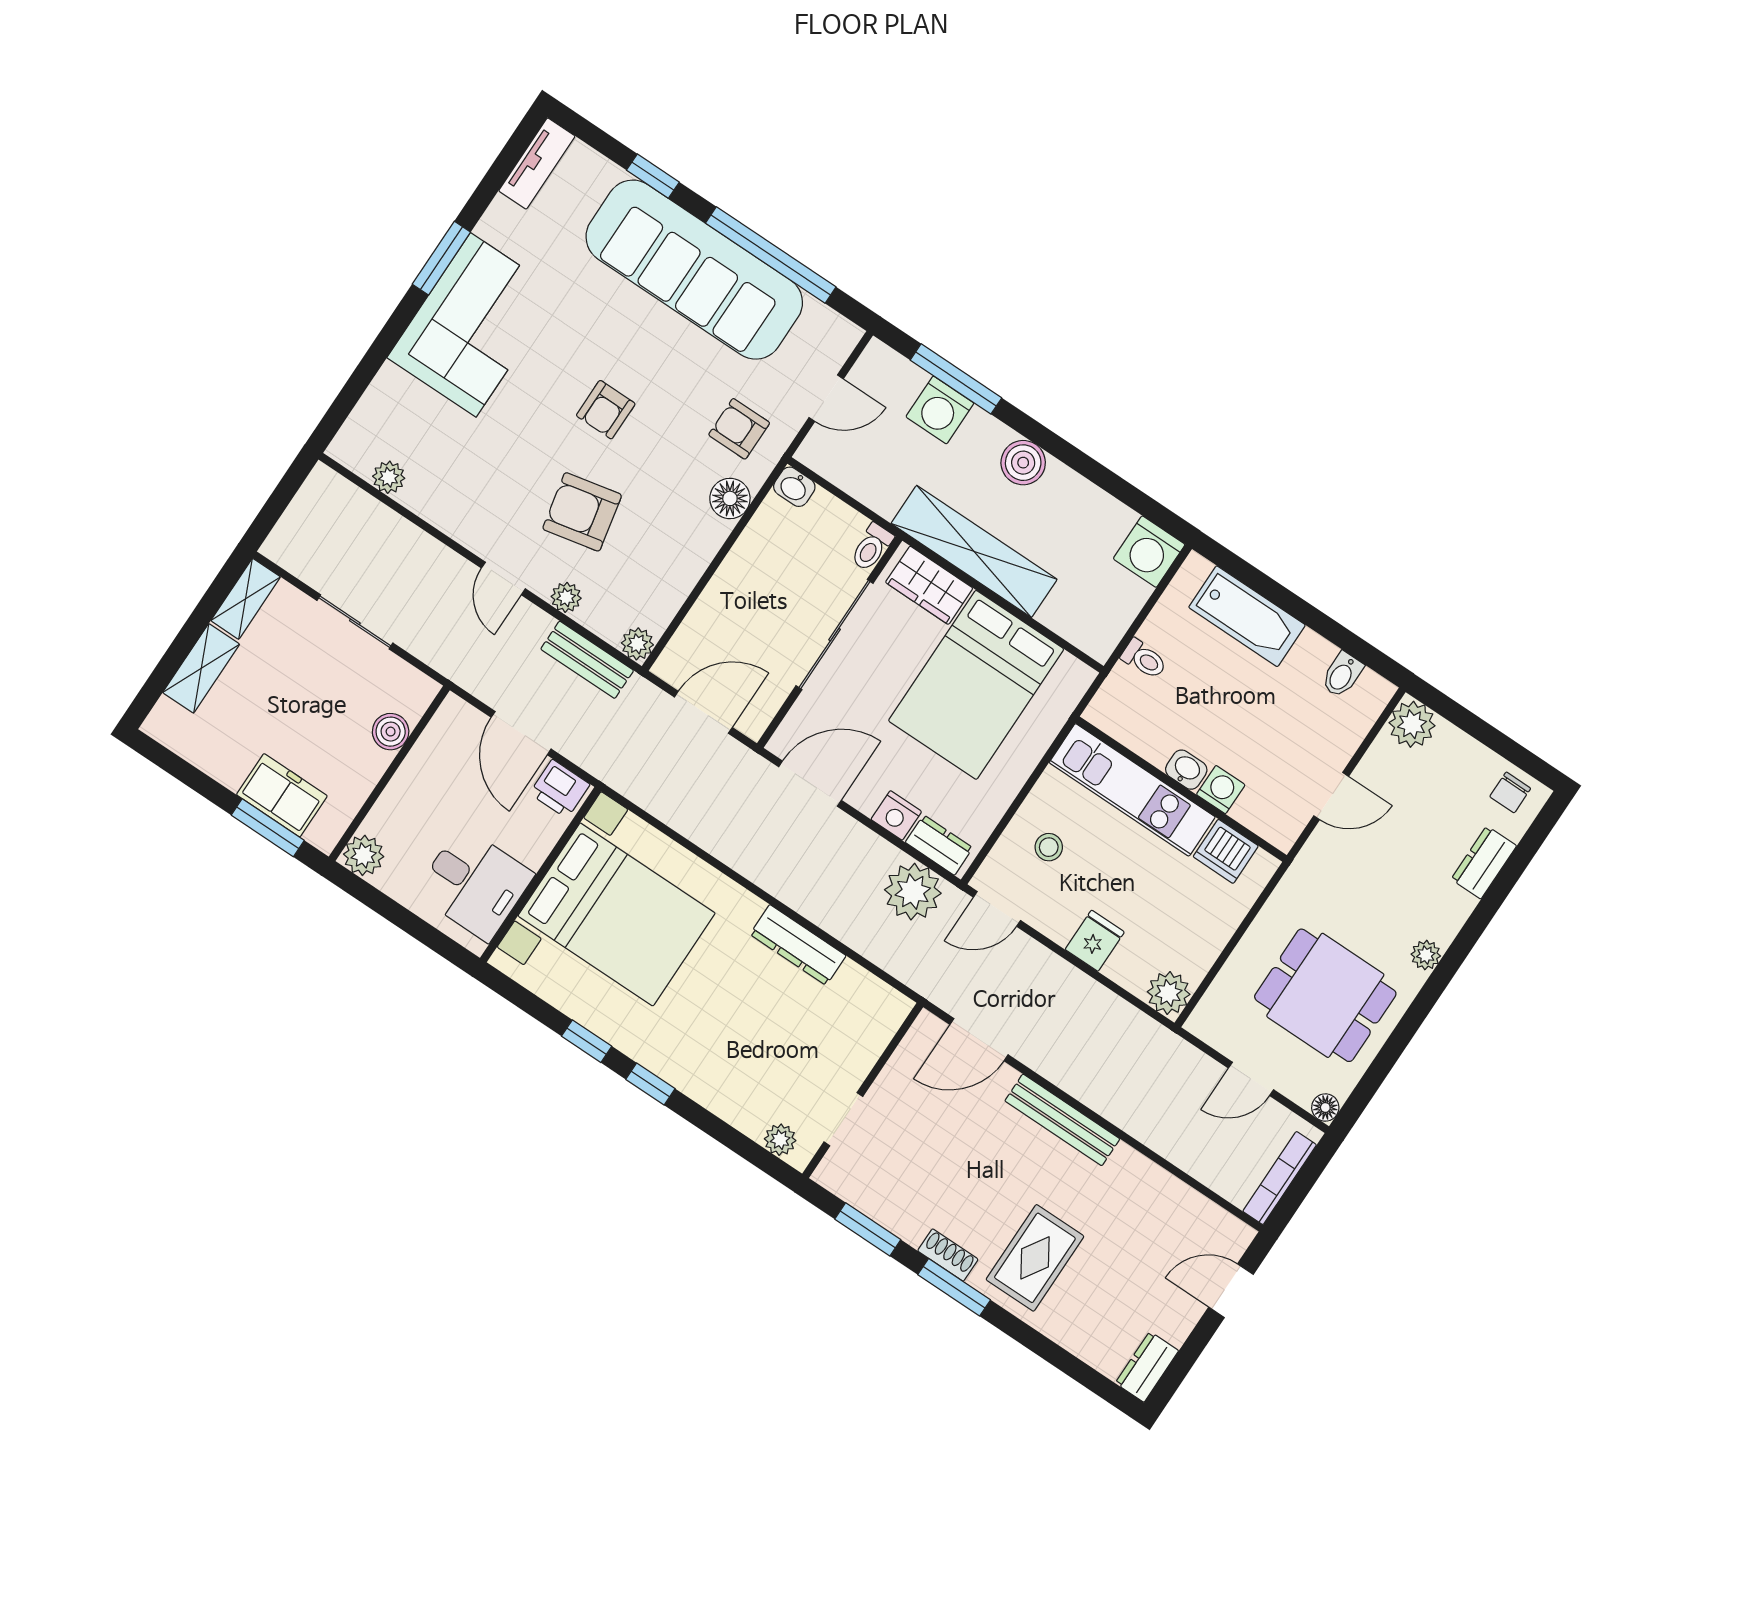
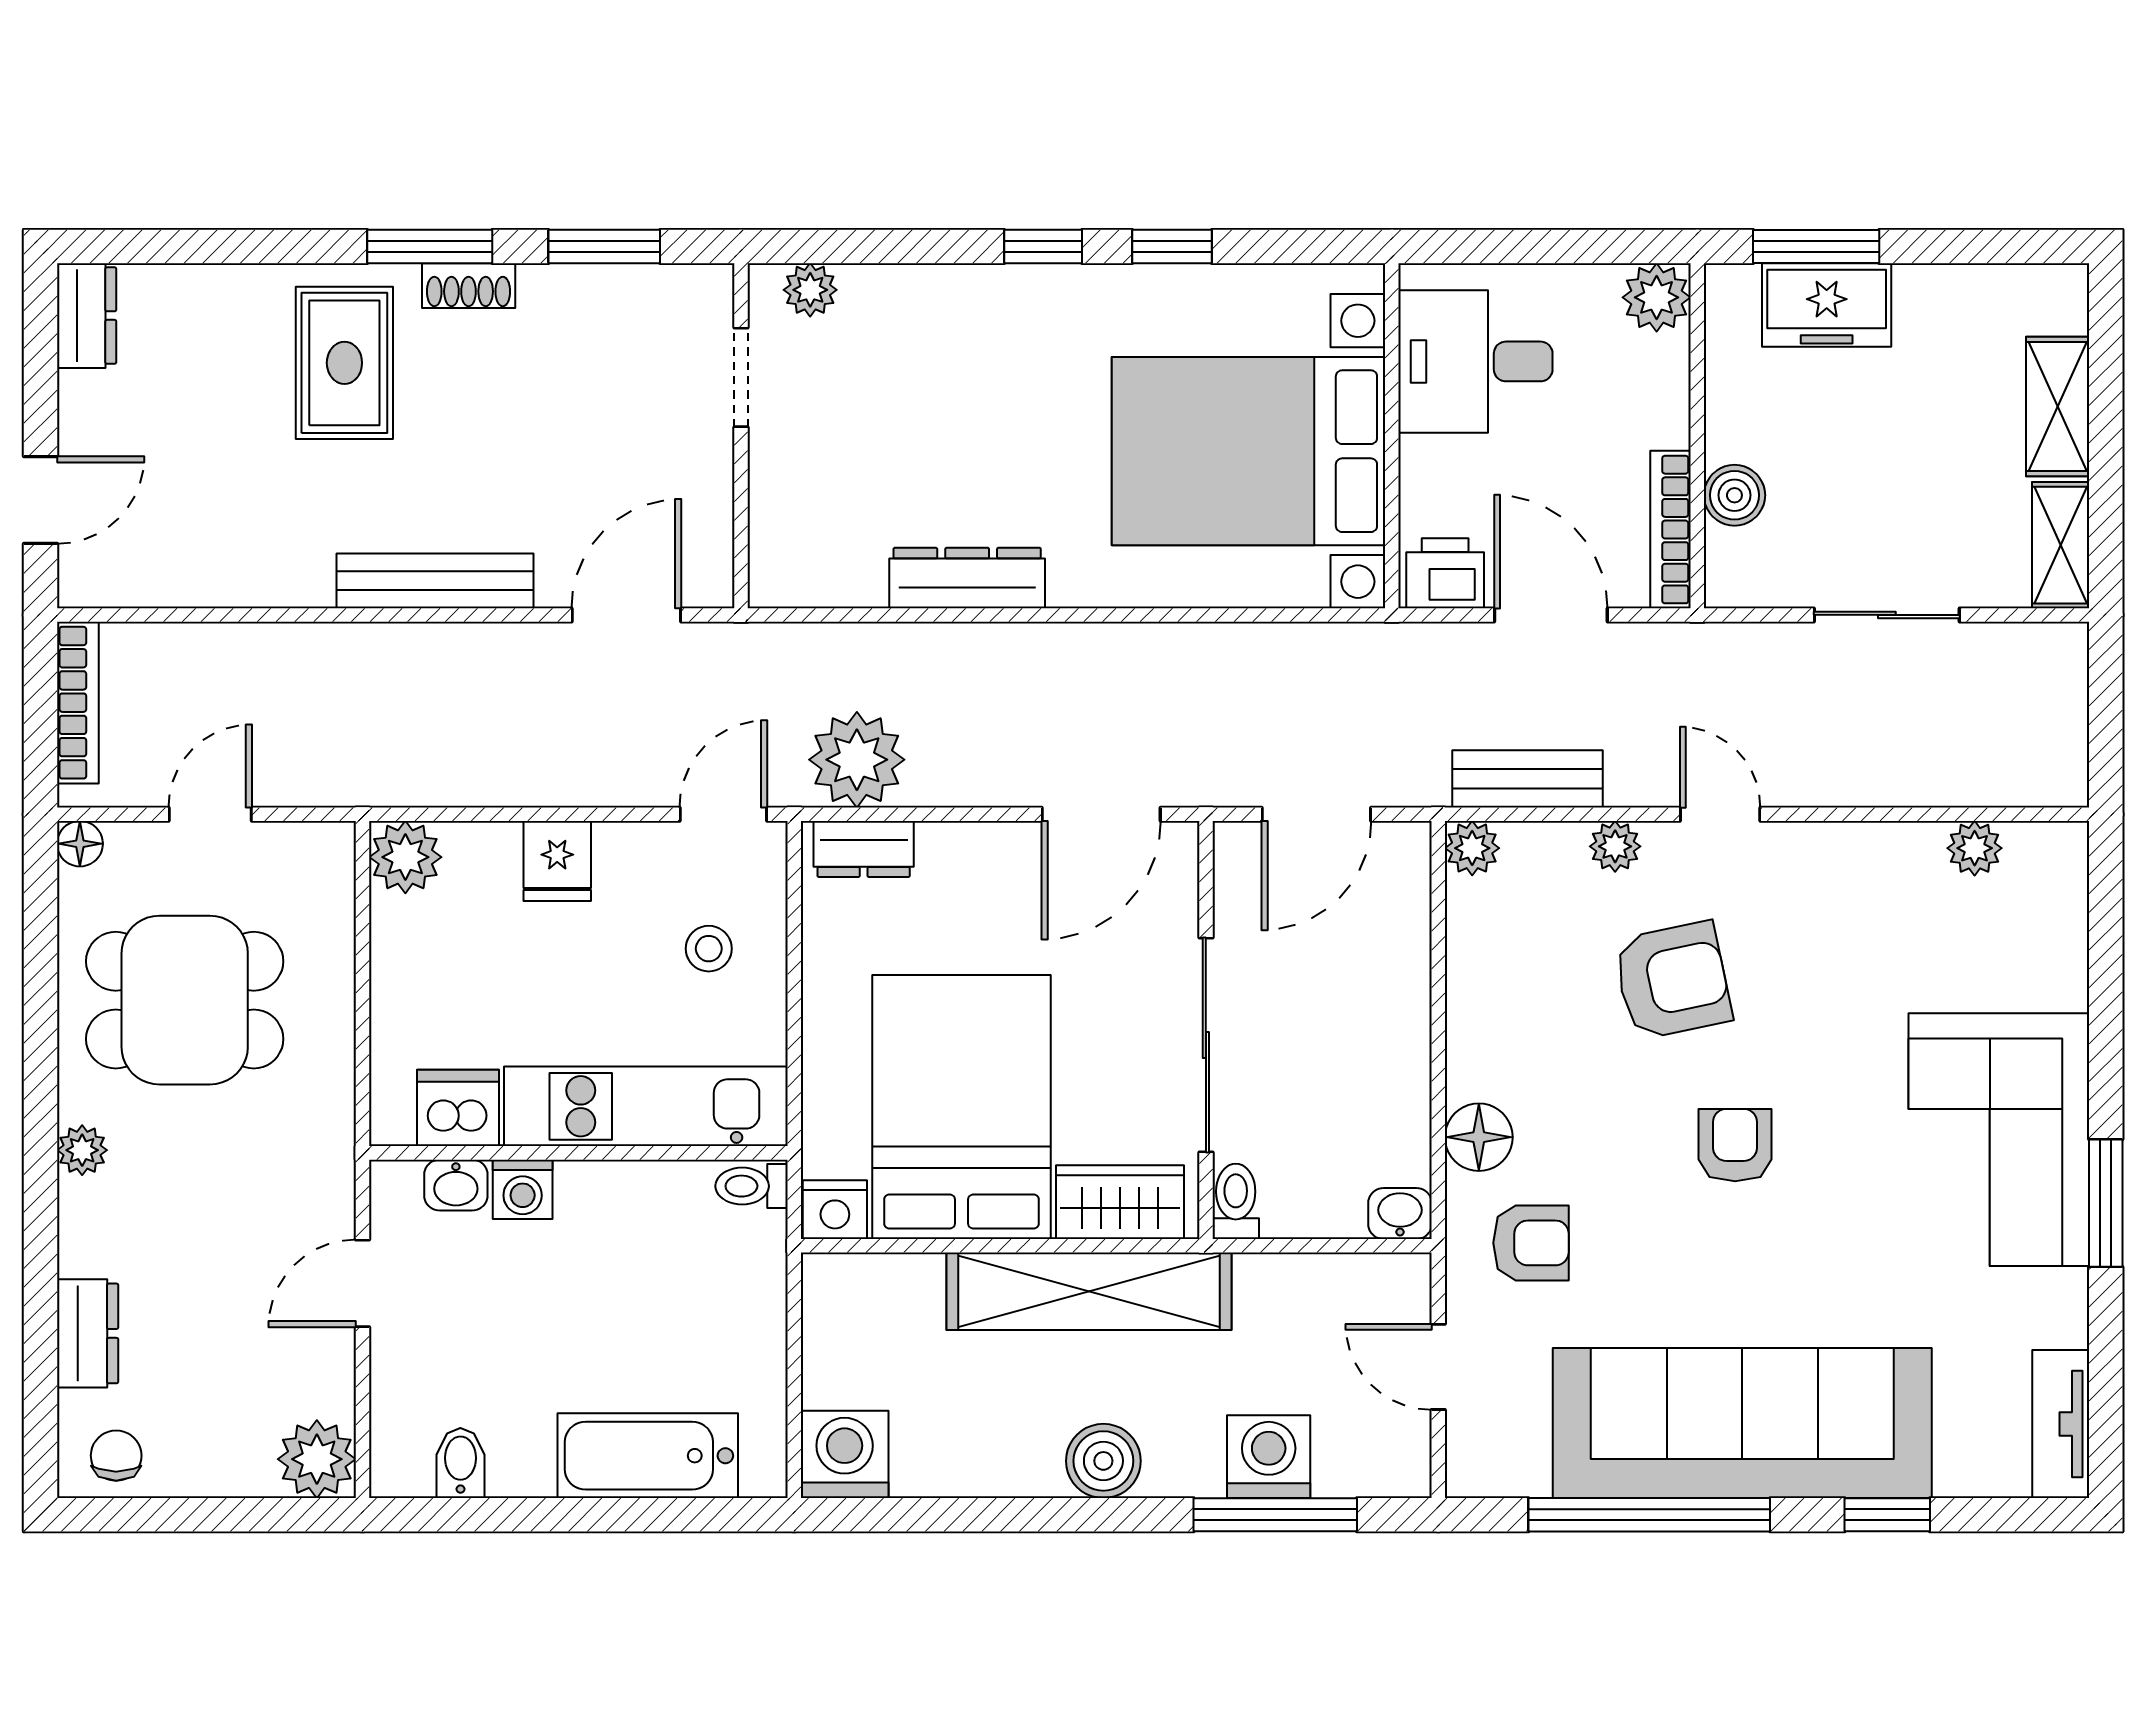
door: (826, 398) -> (1438, 1367), hinge flipped
toilet: (1144, 659) -> (751, 1186), moved
bookcase: (434, 736) -> (1670, 530), added
washbasin: (1186, 770) -> (456, 1185), moved
nightstand: (896, 815) -> (835, 1210), moved, turned 180

